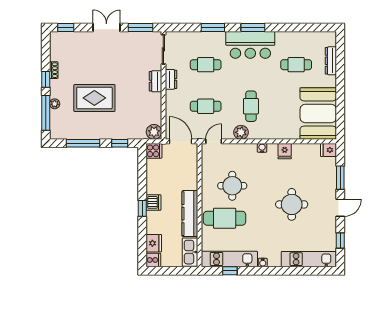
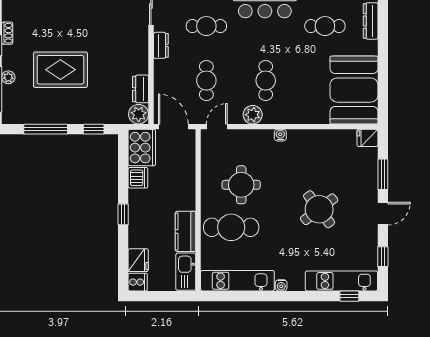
dresser: (155, 81) -> (141, 89), moved
cafe table: (206, 106) -> (206, 81), turned 90
cooker: (154, 151) -> (142, 148), width x1.87, depth x1.31
fridge: (285, 151) -> (310, 139), removed
dishwasher: (154, 202) -> (138, 178), moved
round table: (292, 204) -> (319, 209), turned -37
kitchen counter: (190, 214) -> (186, 231), width x0.67
window: (230, 271) -> (349, 296), moved

